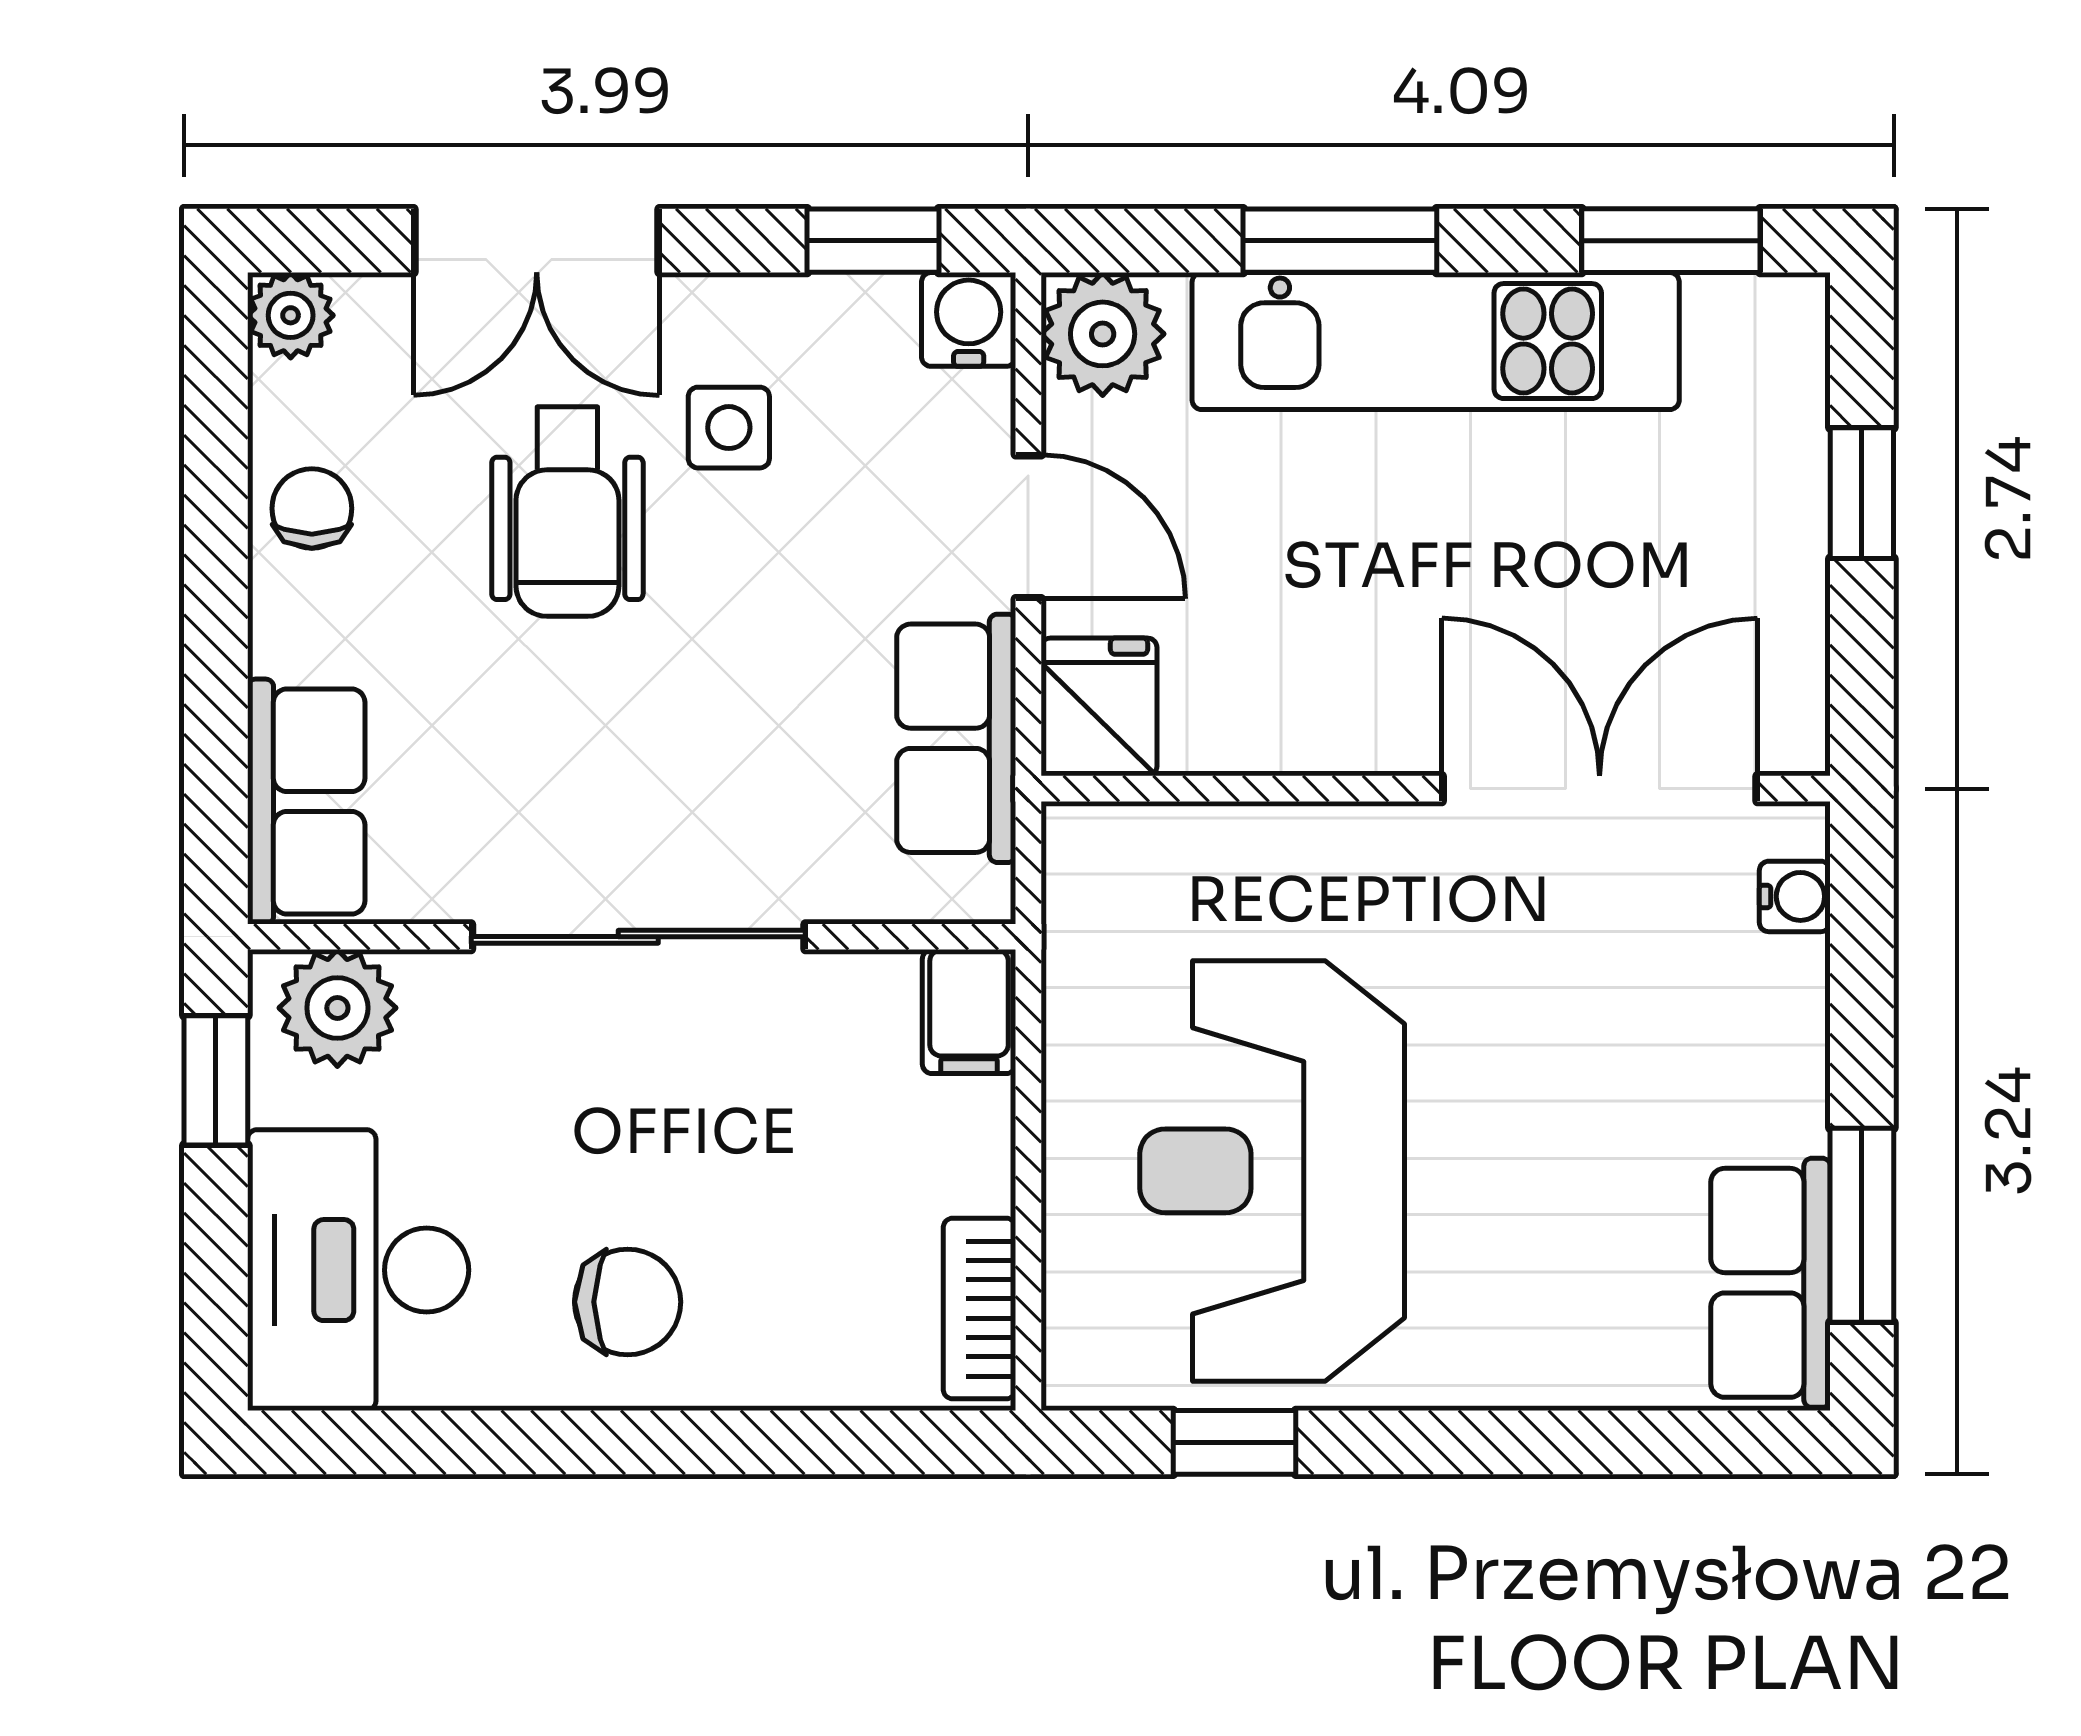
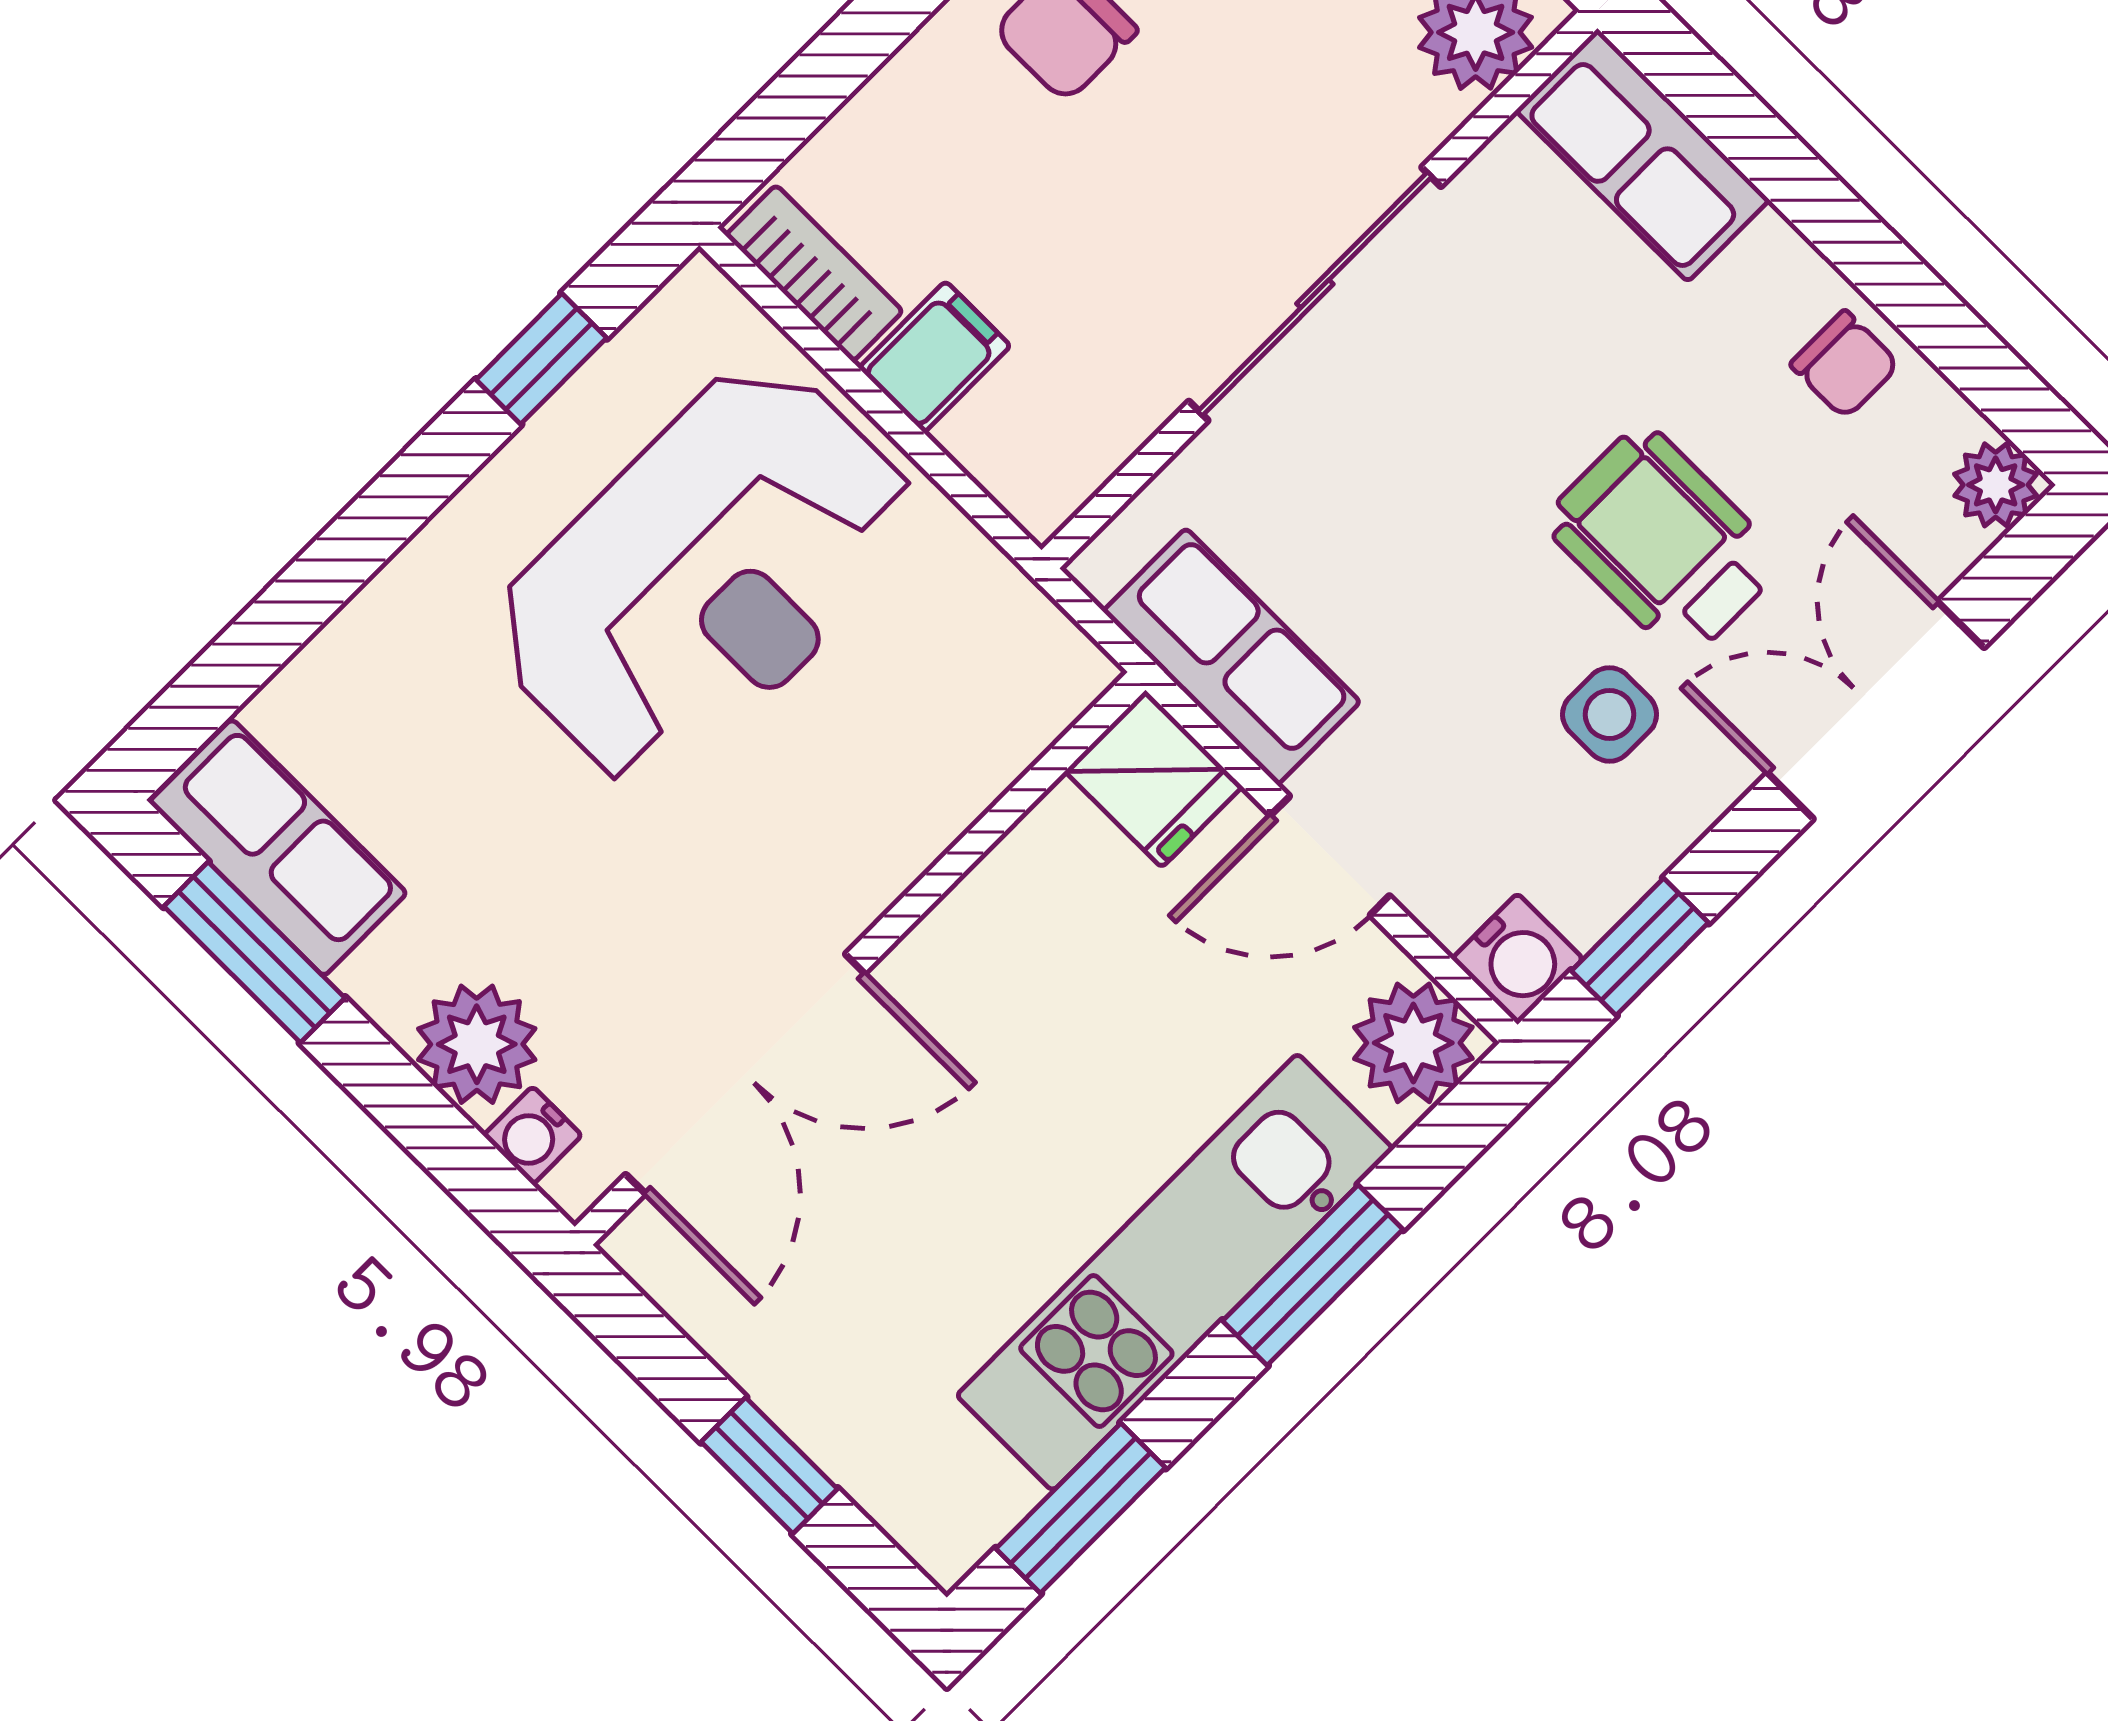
plant: (1769, 1001) -> (477, 1044), added
filing cabinet: (969, 1012) -> (935, 357), moved, turned 90
reception desk: (1272, 1171) -> (706, 576), turned 90

